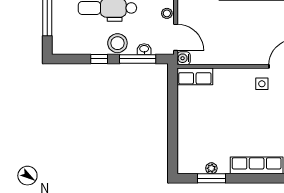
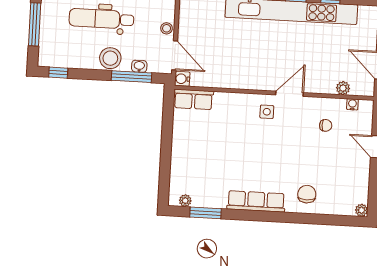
window: (99, 59) -> (58, 73), moved
plant: (211, 168) -> (185, 201), moved

